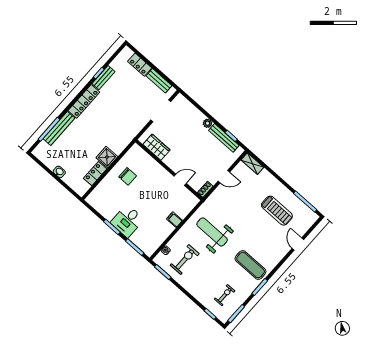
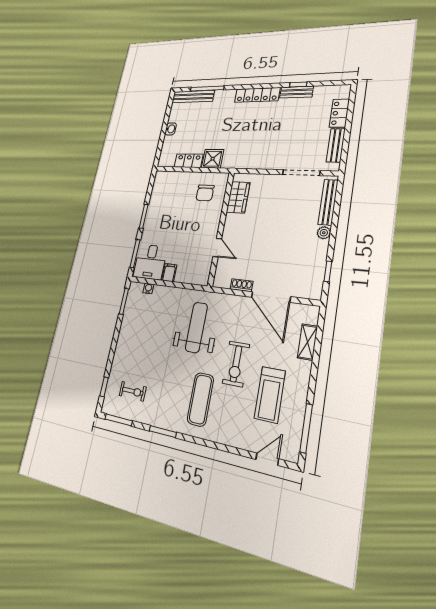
bench: (59, 128) -> (193, 97), moved
bench: (224, 138) -> (328, 202), moved
wardrobe: (157, 147) -> (238, 197), moved
shelving: (252, 164) -> (307, 342), moved
wall: (169, 170) -> (221, 228), moved
door: (224, 177) -> (271, 297), width x1.88
door: (180, 180) -> (217, 248), moved
filing cabinet: (175, 220) -> (169, 273), moved
desk: (127, 221) -> (150, 262), moved, turned -90
door: (298, 244) -> (267, 459), moved
exercise bike: (185, 259) -> (236, 364), moved, turned 90
exercise mat: (251, 265) -> (200, 399), moved

